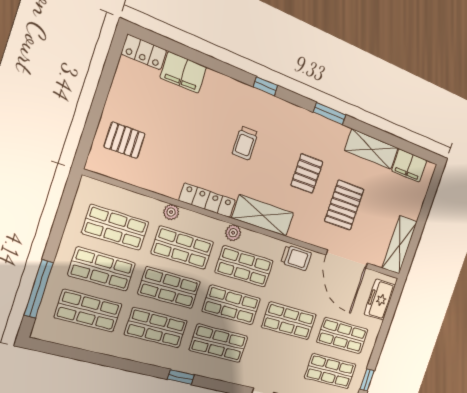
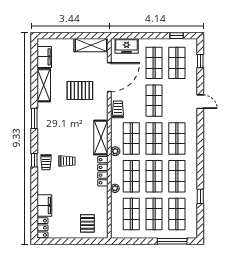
trolley: (255, 106) -> (46, 162), added
pallet: (307, 173) -> (70, 120), removed
window: (181, 377) -> (200, 196), moved

